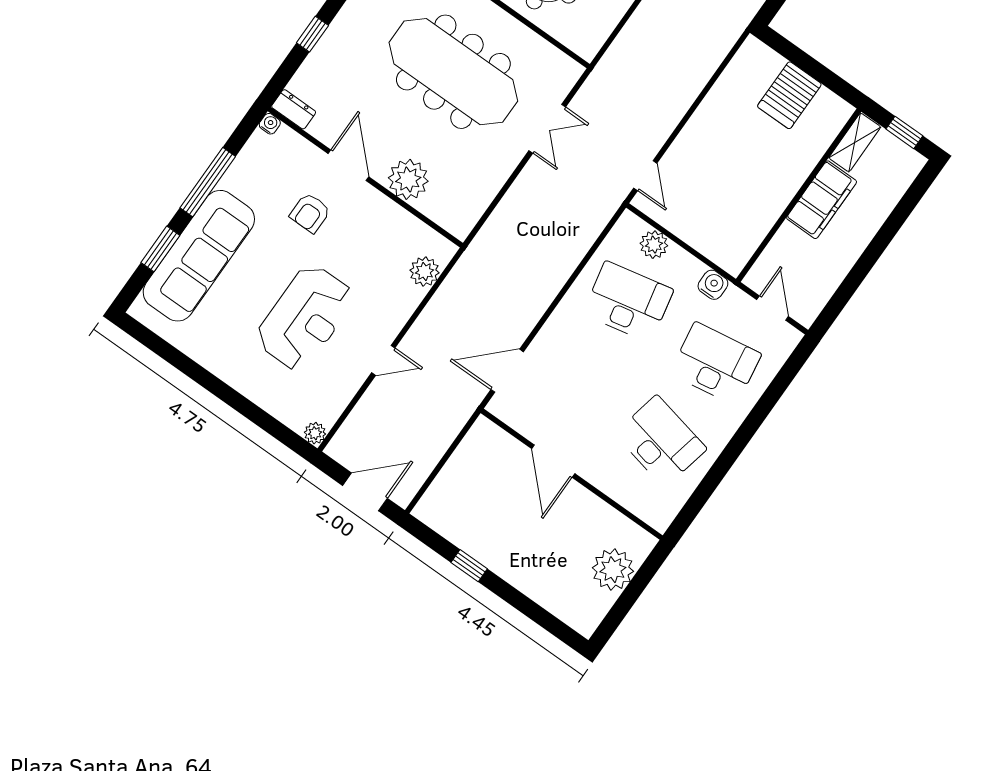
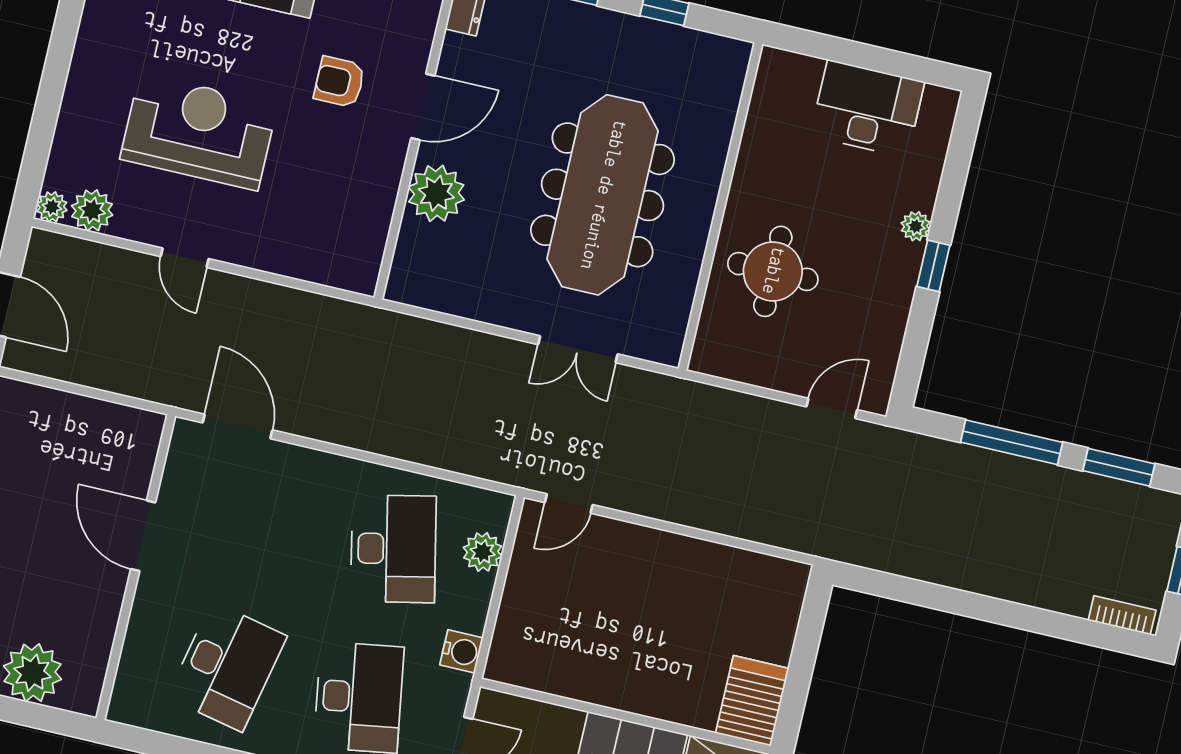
server rack: (789, 95) -> (752, 701), moved, turned 90
plant: (425, 272) -> (92, 210), moved
reception desk: (305, 318) -> (199, 132), turned 180
door: (553, 461) -> (143, 536), hinge flipped

